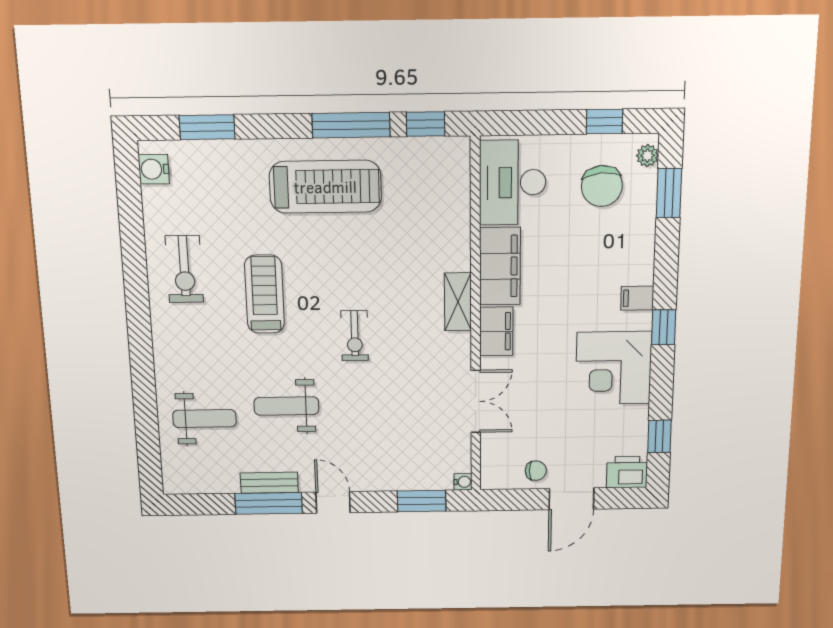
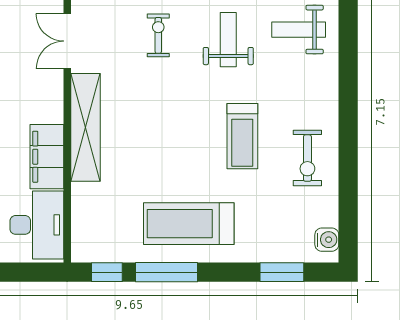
exercise bike: (184, 269) -> (307, 158), turned 180
shelving: (458, 302) -> (85, 127), width x2.20, depth x1.33
filing cabinet: (496, 331) -> (50, 102), removed
exercise bike: (355, 336) -> (158, 35), moved
weight bench: (286, 406) -> (228, 40), turned -90

